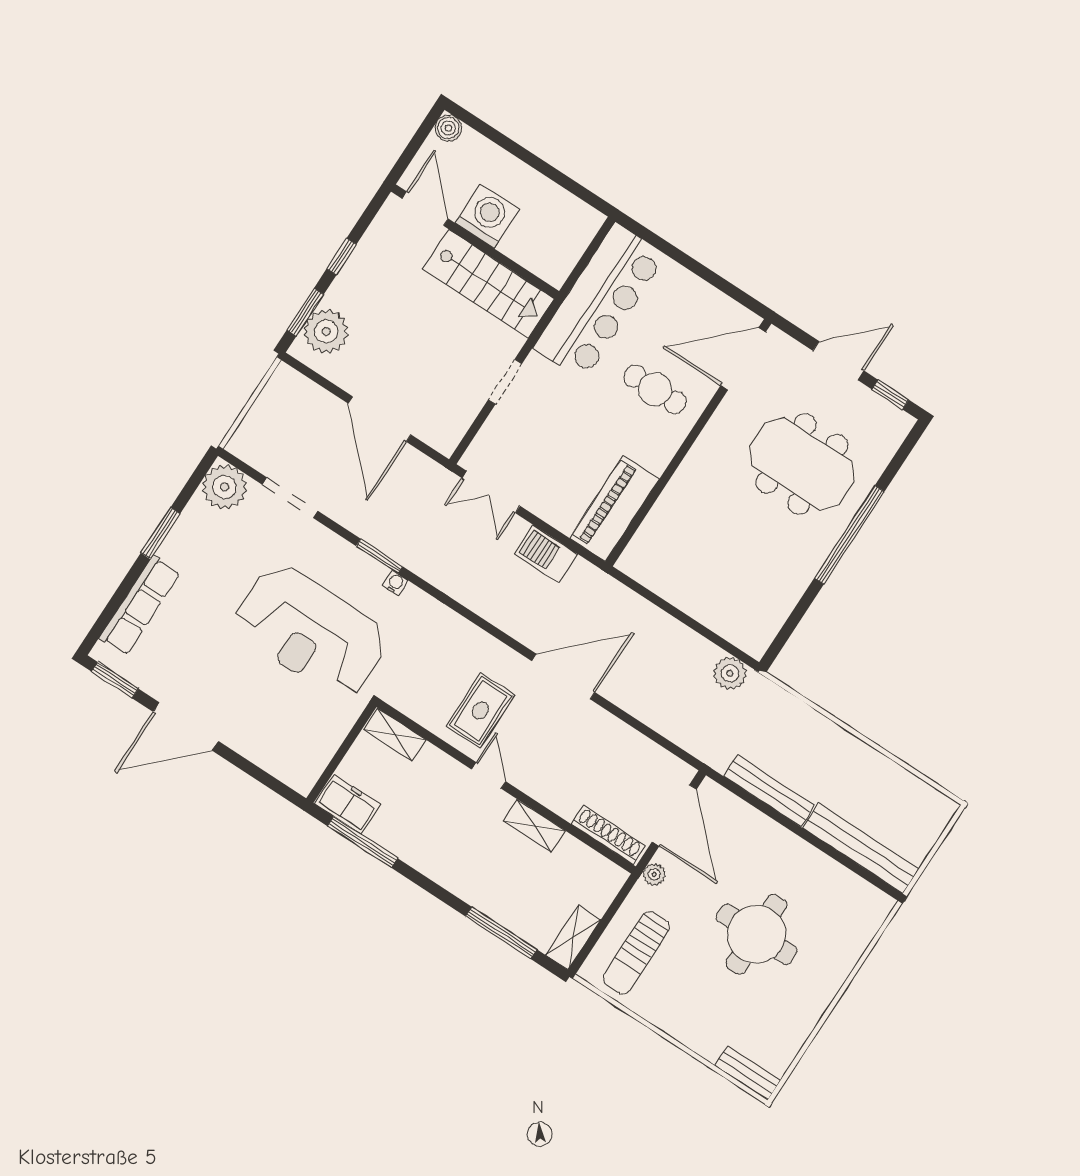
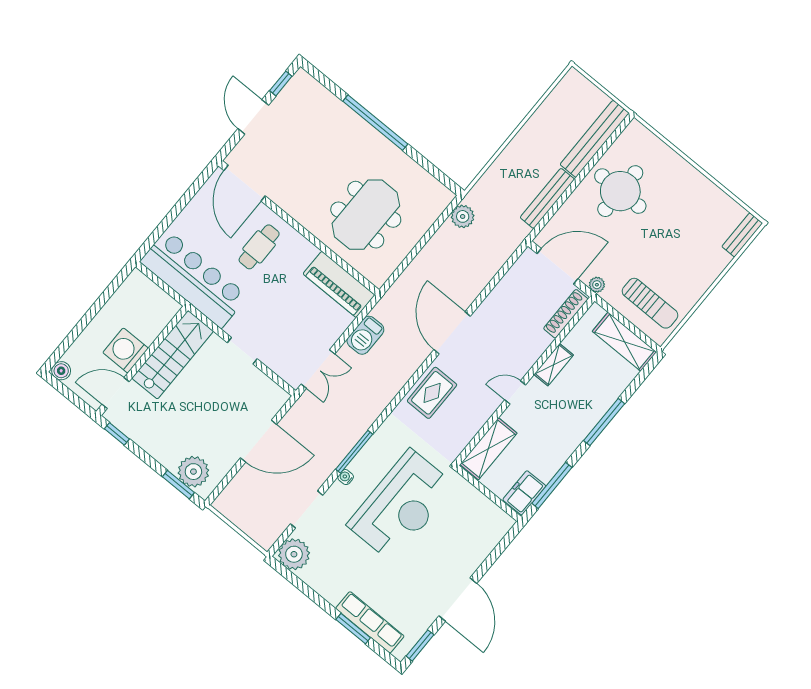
window: (342, 257) -> (117, 434), moved
meeting table: (802, 464) -> (366, 215), moved
window: (161, 533) -> (353, 629), moved
window: (379, 556) -> (354, 452), width x1.44
water cooler: (395, 583) -> (346, 477), moved
rug: (480, 710) -> (432, 393), moved, turned 90
shelving: (395, 735) -> (488, 449), width x1.50, depth x1.33
window: (501, 933) -> (604, 422), moved
round table: (757, 934) -> (620, 191), moved
shelving: (573, 937) -> (624, 342), width x1.50, depth x1.33

